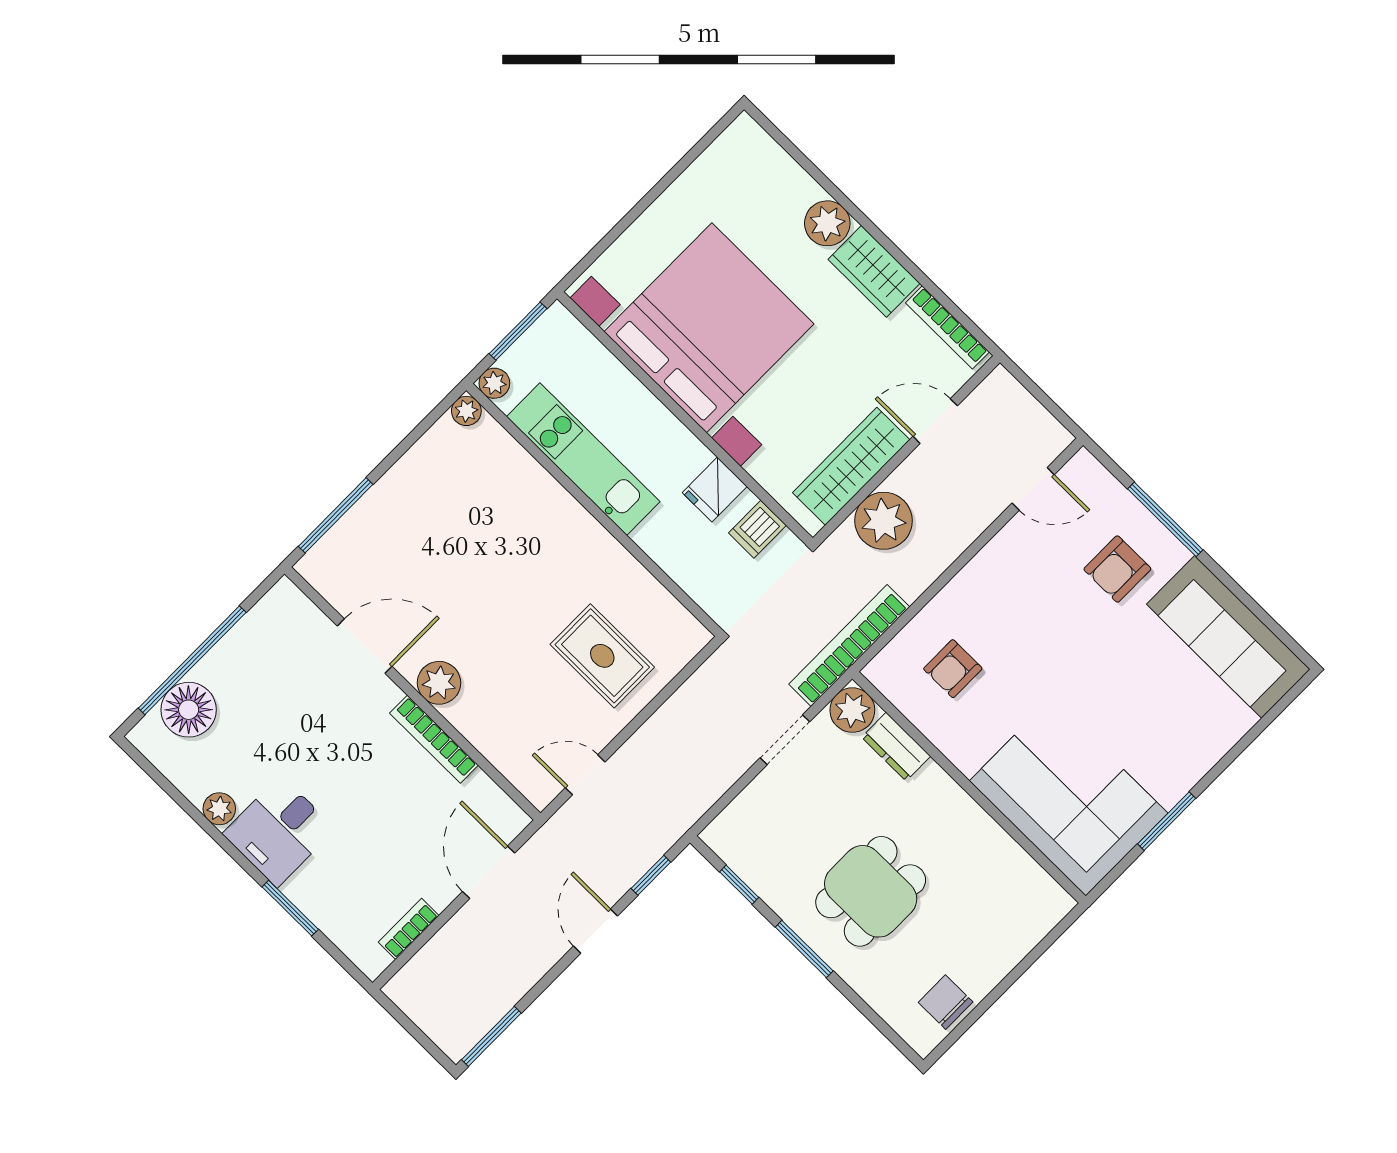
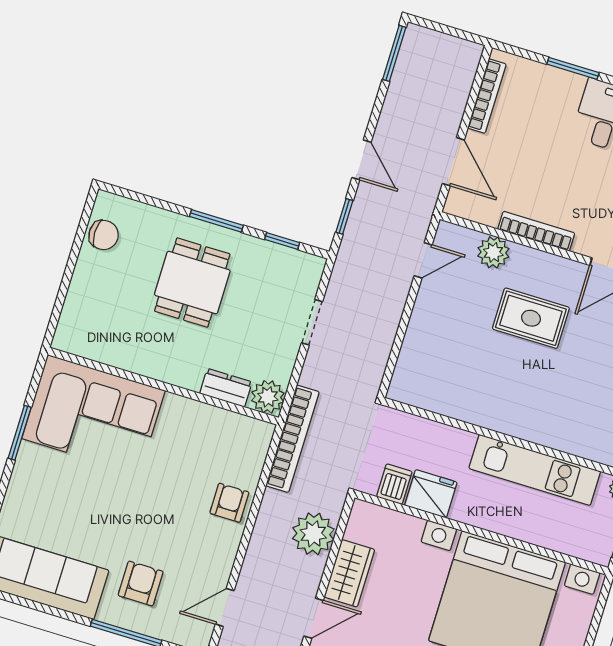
wardrobe: (851, 466) -> (349, 573), width x0.67
fridge: (715, 490) -> (431, 494), width x1.38
rug: (602, 656) -> (531, 318), moved
armchair: (953, 669) -> (229, 503), moved
plant: (439, 683) -> (493, 252), moved
doorway: (785, 740) -> (312, 322), moved
bookcase: (409, 929) -> (487, 96), width x1.56

